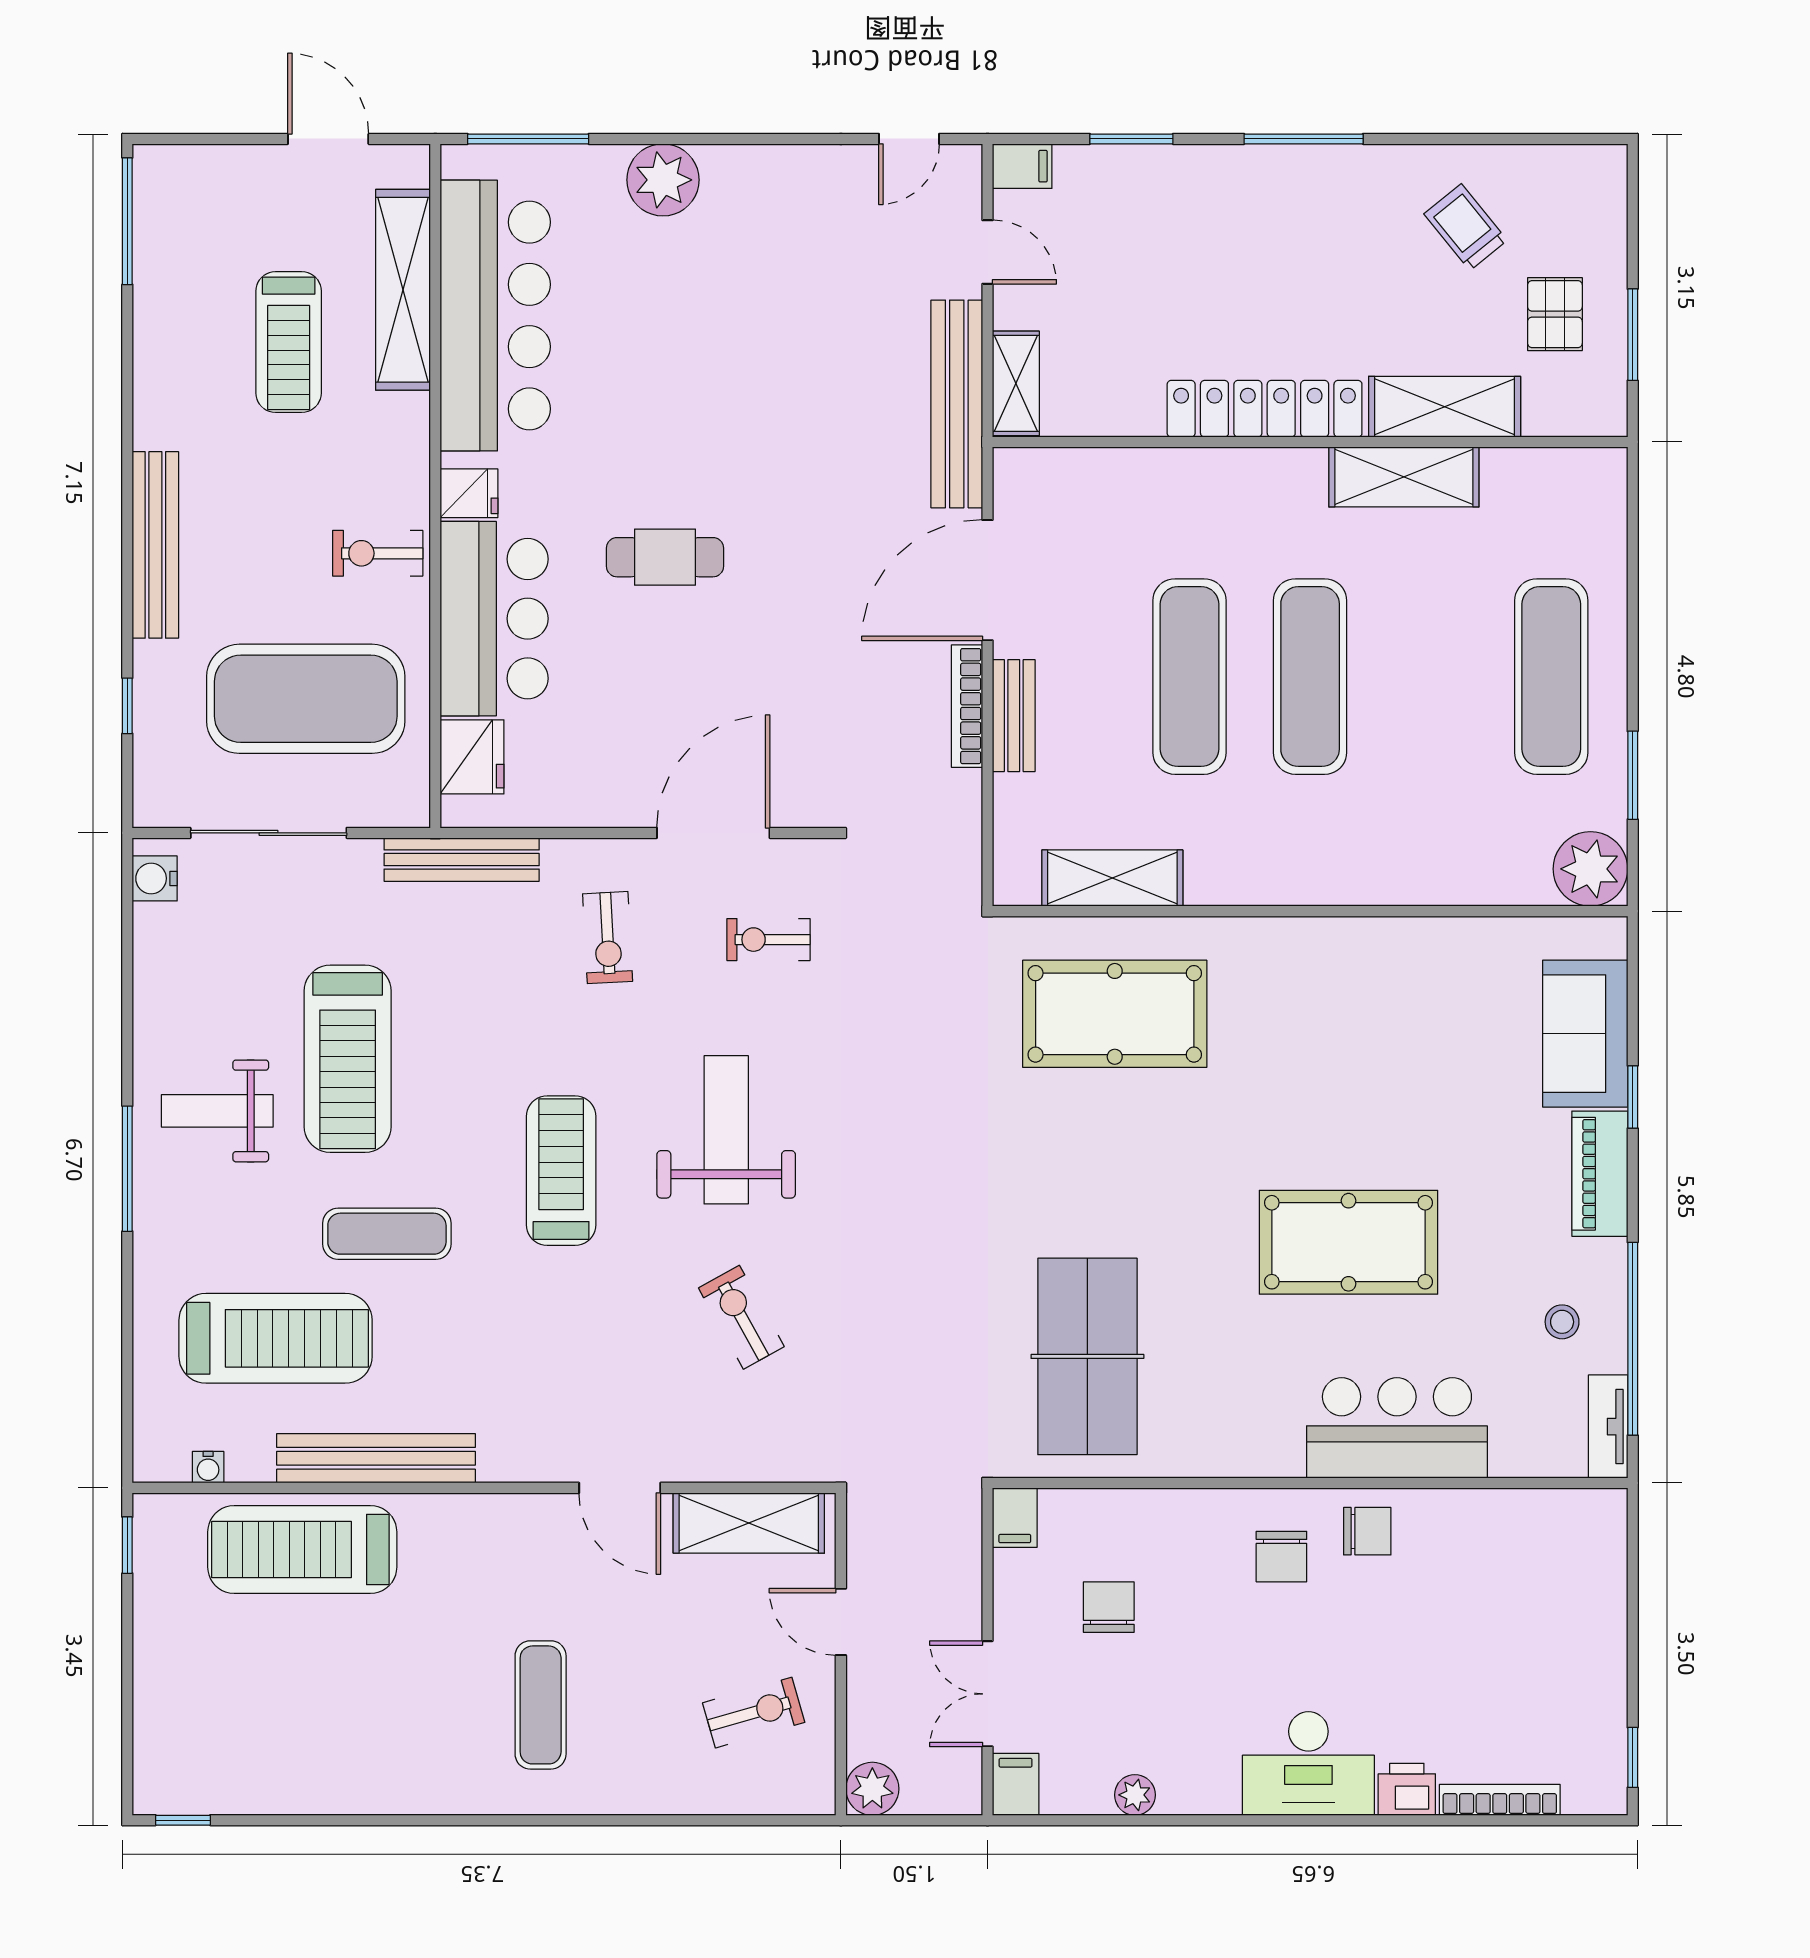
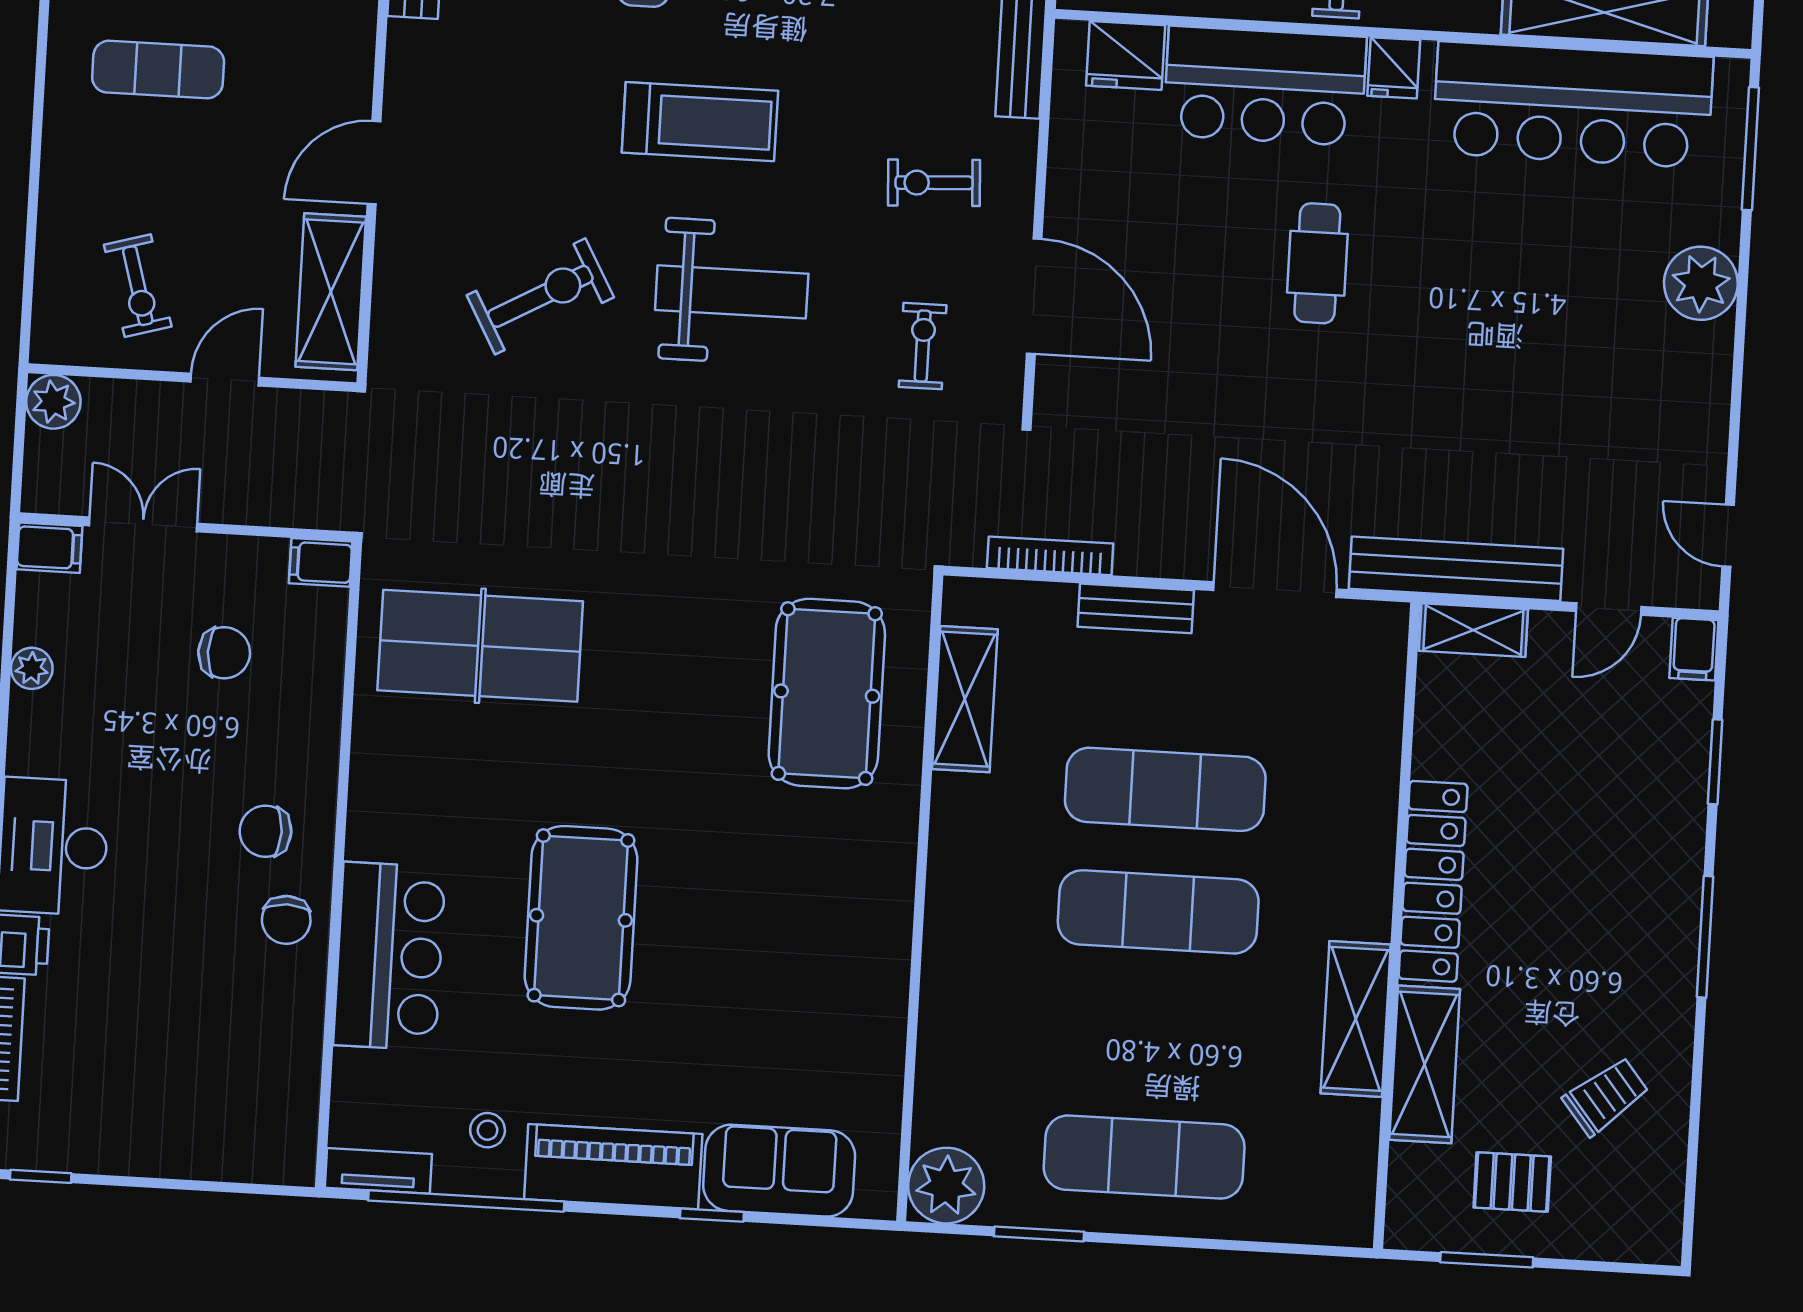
bookcase: (967, 706) -> (1050, 556), moved
piano: (1600, 1174) -> (613, 1167), width x1.37, depth x1.33
exercise bike: (741, 1317) -> (540, 296), width x1.38, depth x1.39

